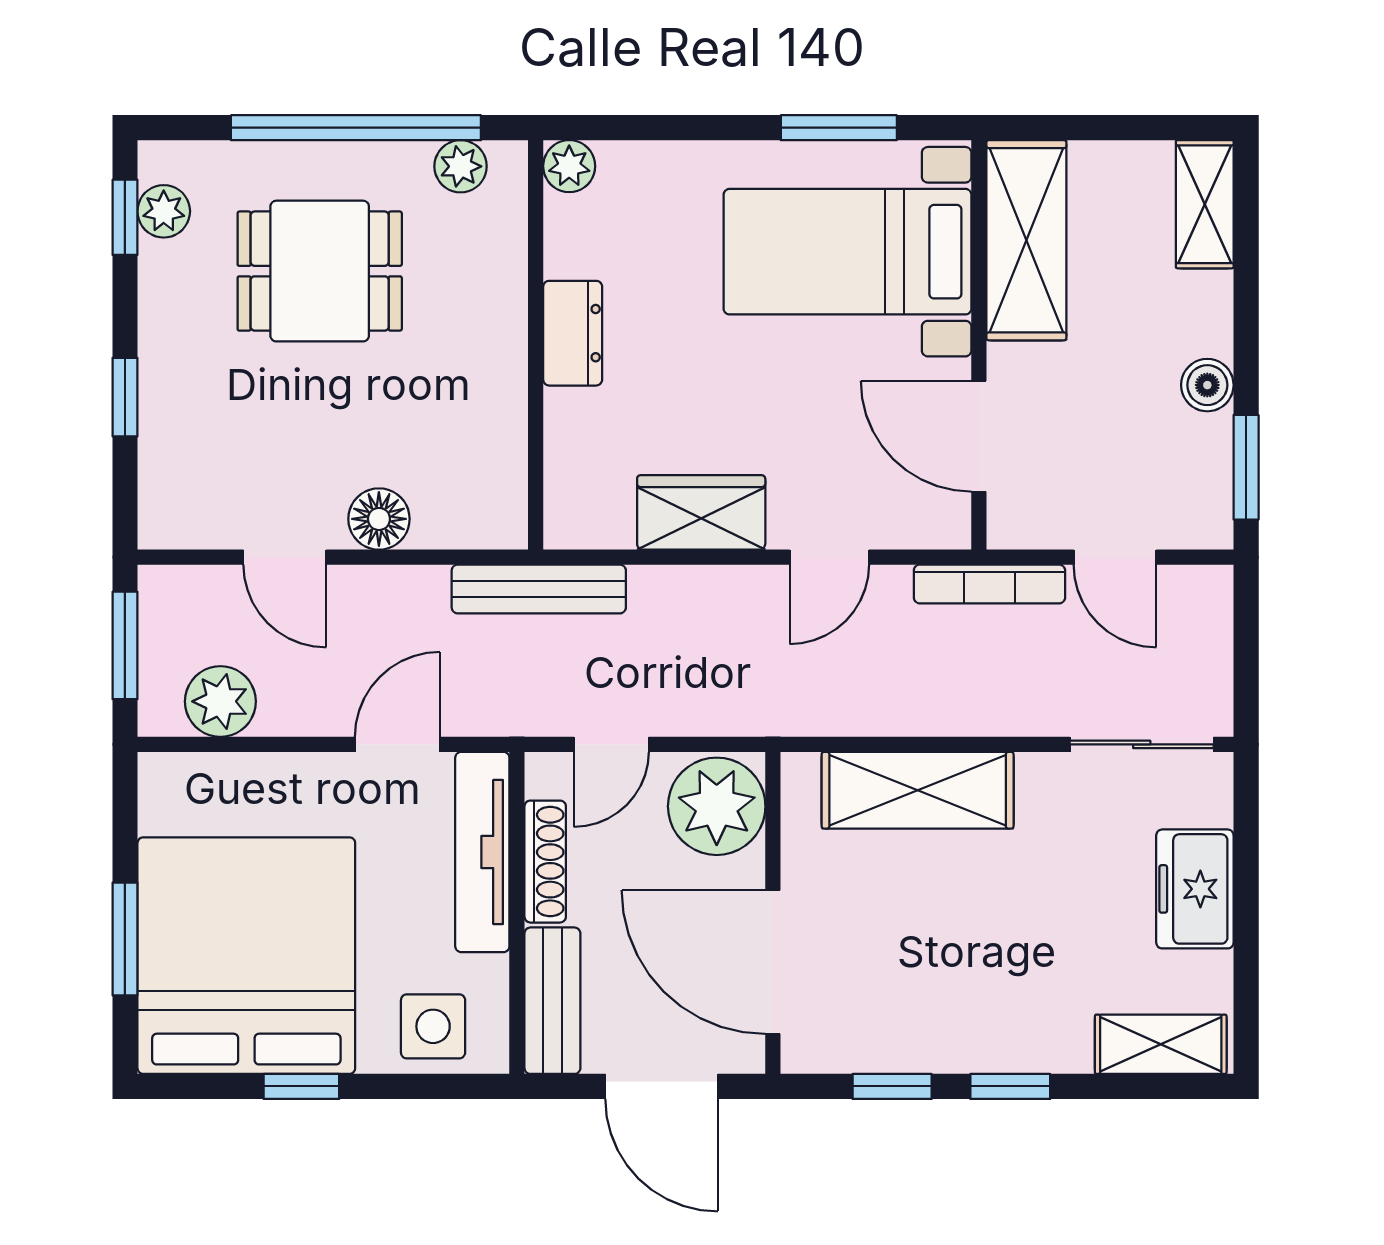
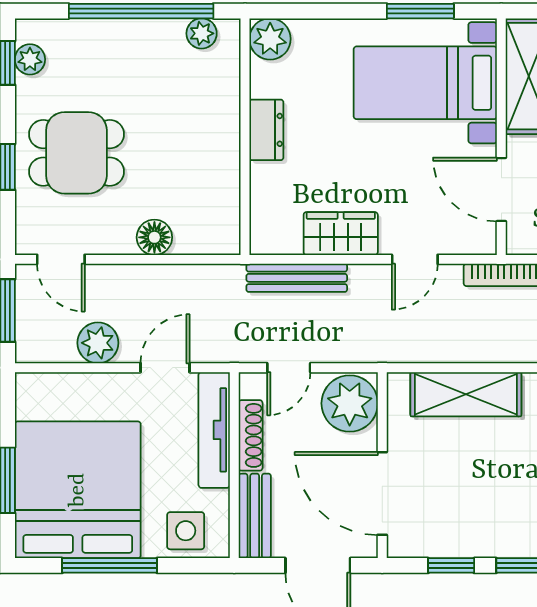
plant: (569, 166) -> (270, 39), width x1.38, depth x1.38
dining table: (320, 271) -> (76, 153), moved
door: (285, 557) -> (61, 259), moved
bench: (539, 589) -> (297, 278), moved
plant: (220, 701) -> (98, 343), moved
window: (301, 1086) -> (110, 565), width x2.17

